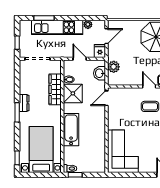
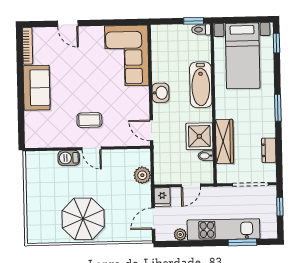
door: (80, 59) -> (191, 185), hinge flipped
washbasin: (100, 73) -> (160, 93), moved
door: (107, 98) -> (151, 130), swing flipped
dresser: (24, 103) -> (269, 150), moved

